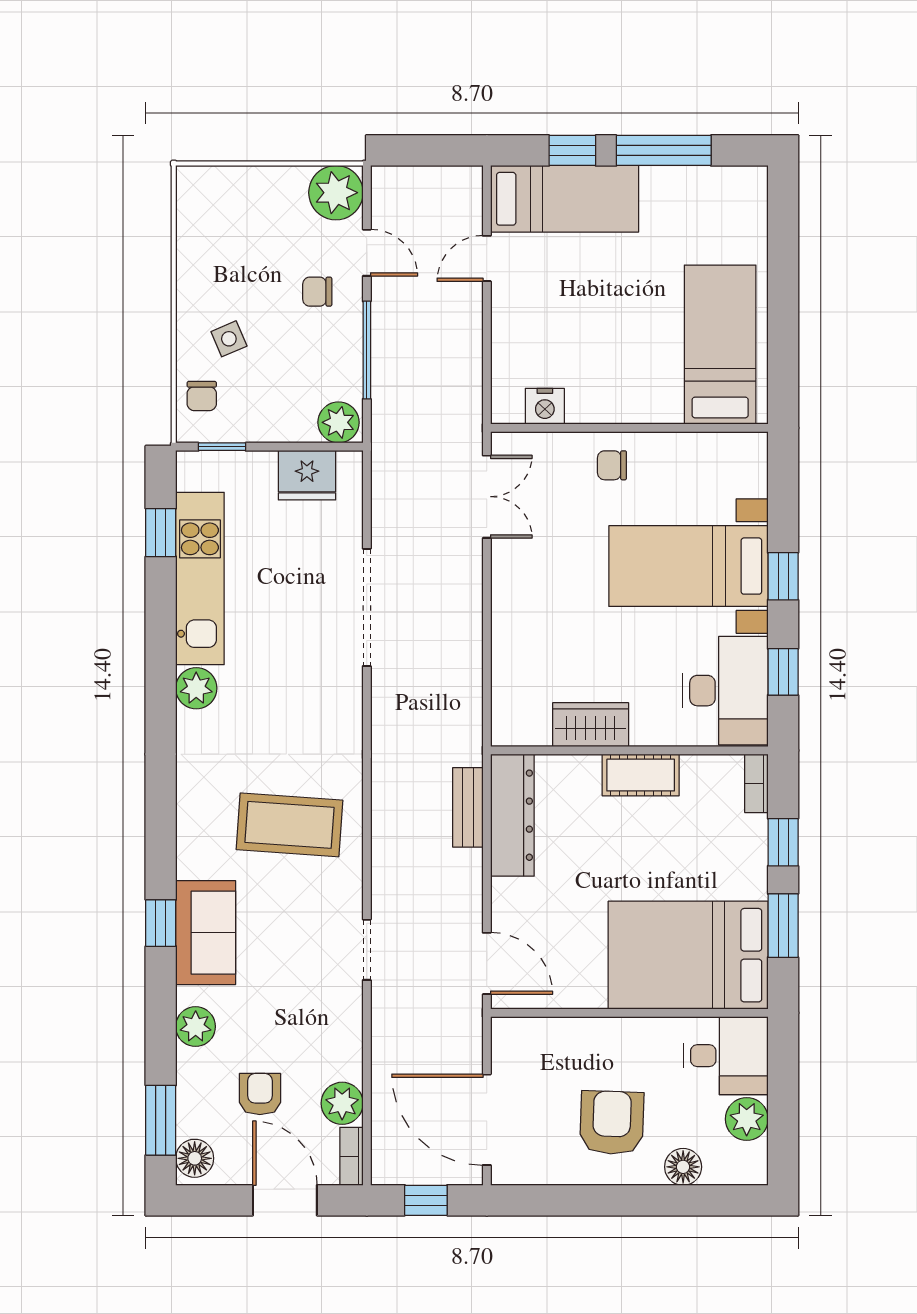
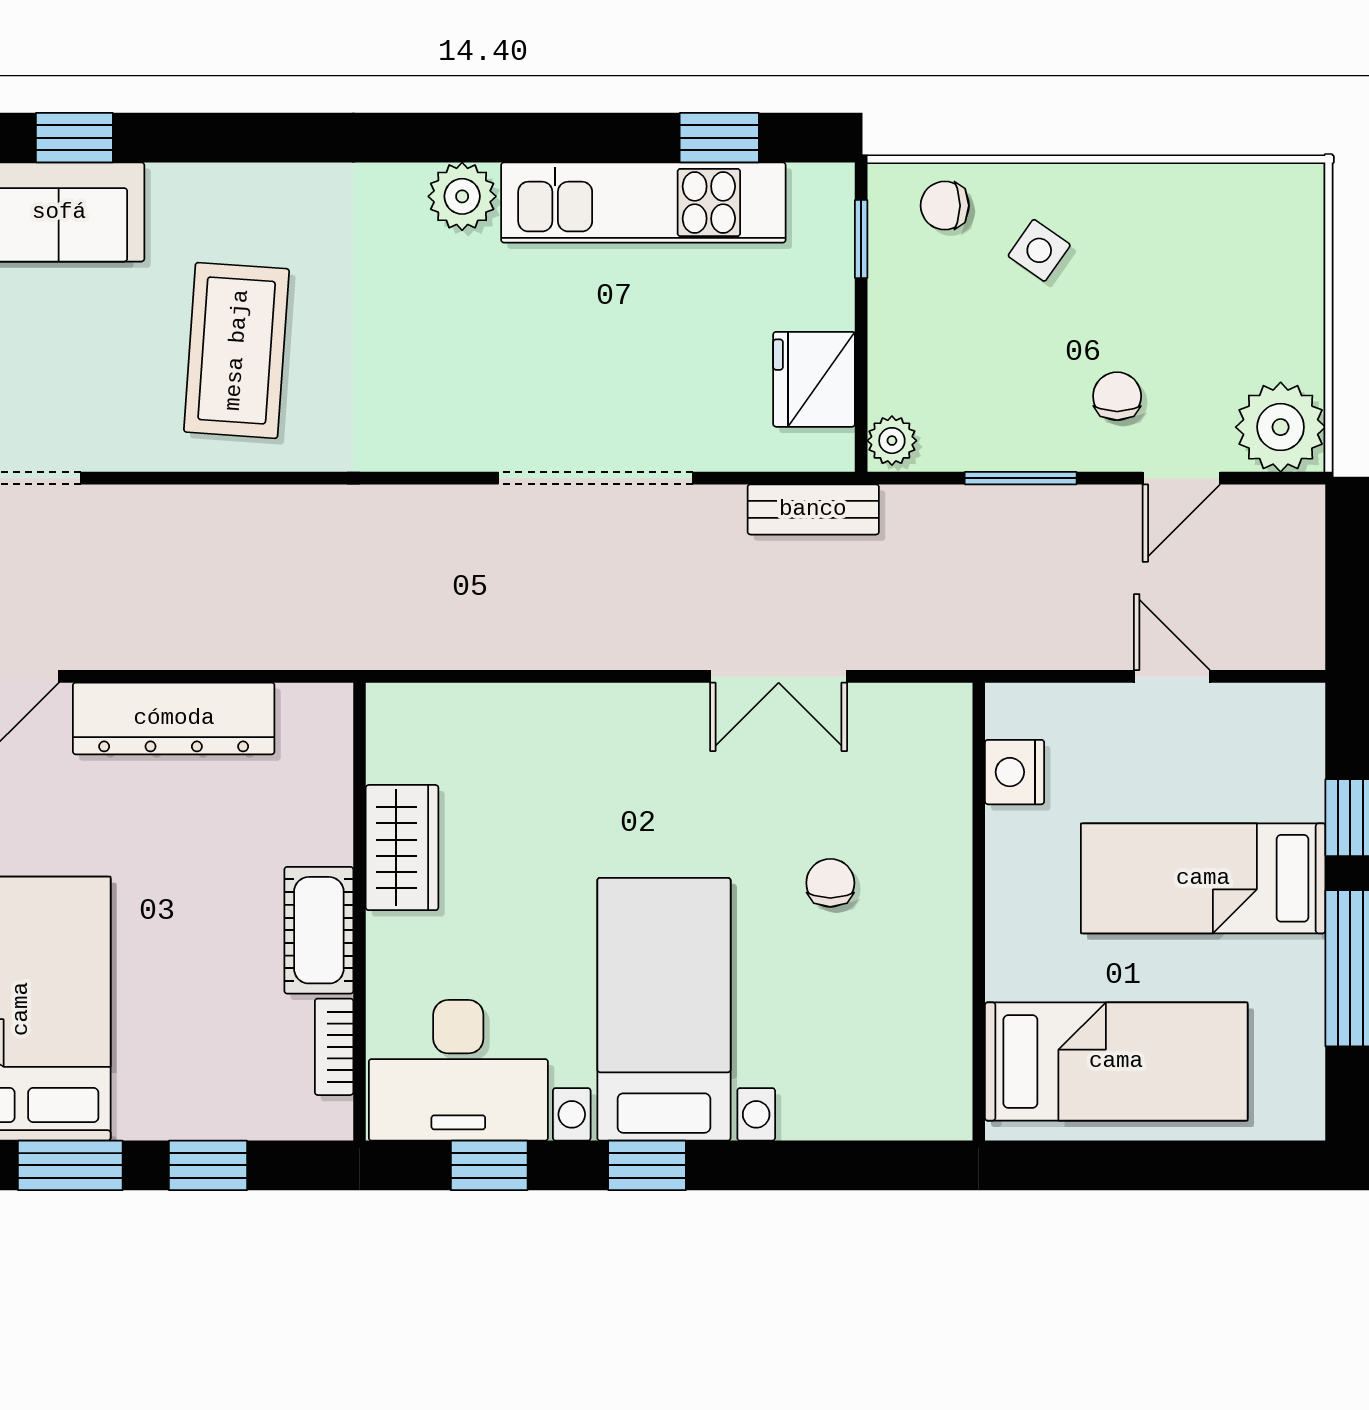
bed: (565, 199) -> (1203, 878), moved, turned 90
side table: (229, 339) -> (1039, 250), turned -32
bed: (720, 345) -> (1116, 1061), moved
window: (367, 350) -> (1021, 478), width x0.69
nightstand: (545, 406) -> (1015, 772), moved
plant: (339, 422) -> (892, 441), width x0.73, depth x0.73
wall: (629, 428) -> (979, 912), moved
bookcase: (756, 783) -> (334, 1047), moved, turned -90
bench: (468, 807) -> (813, 509), moved
dresser: (512, 815) -> (174, 718), moved

